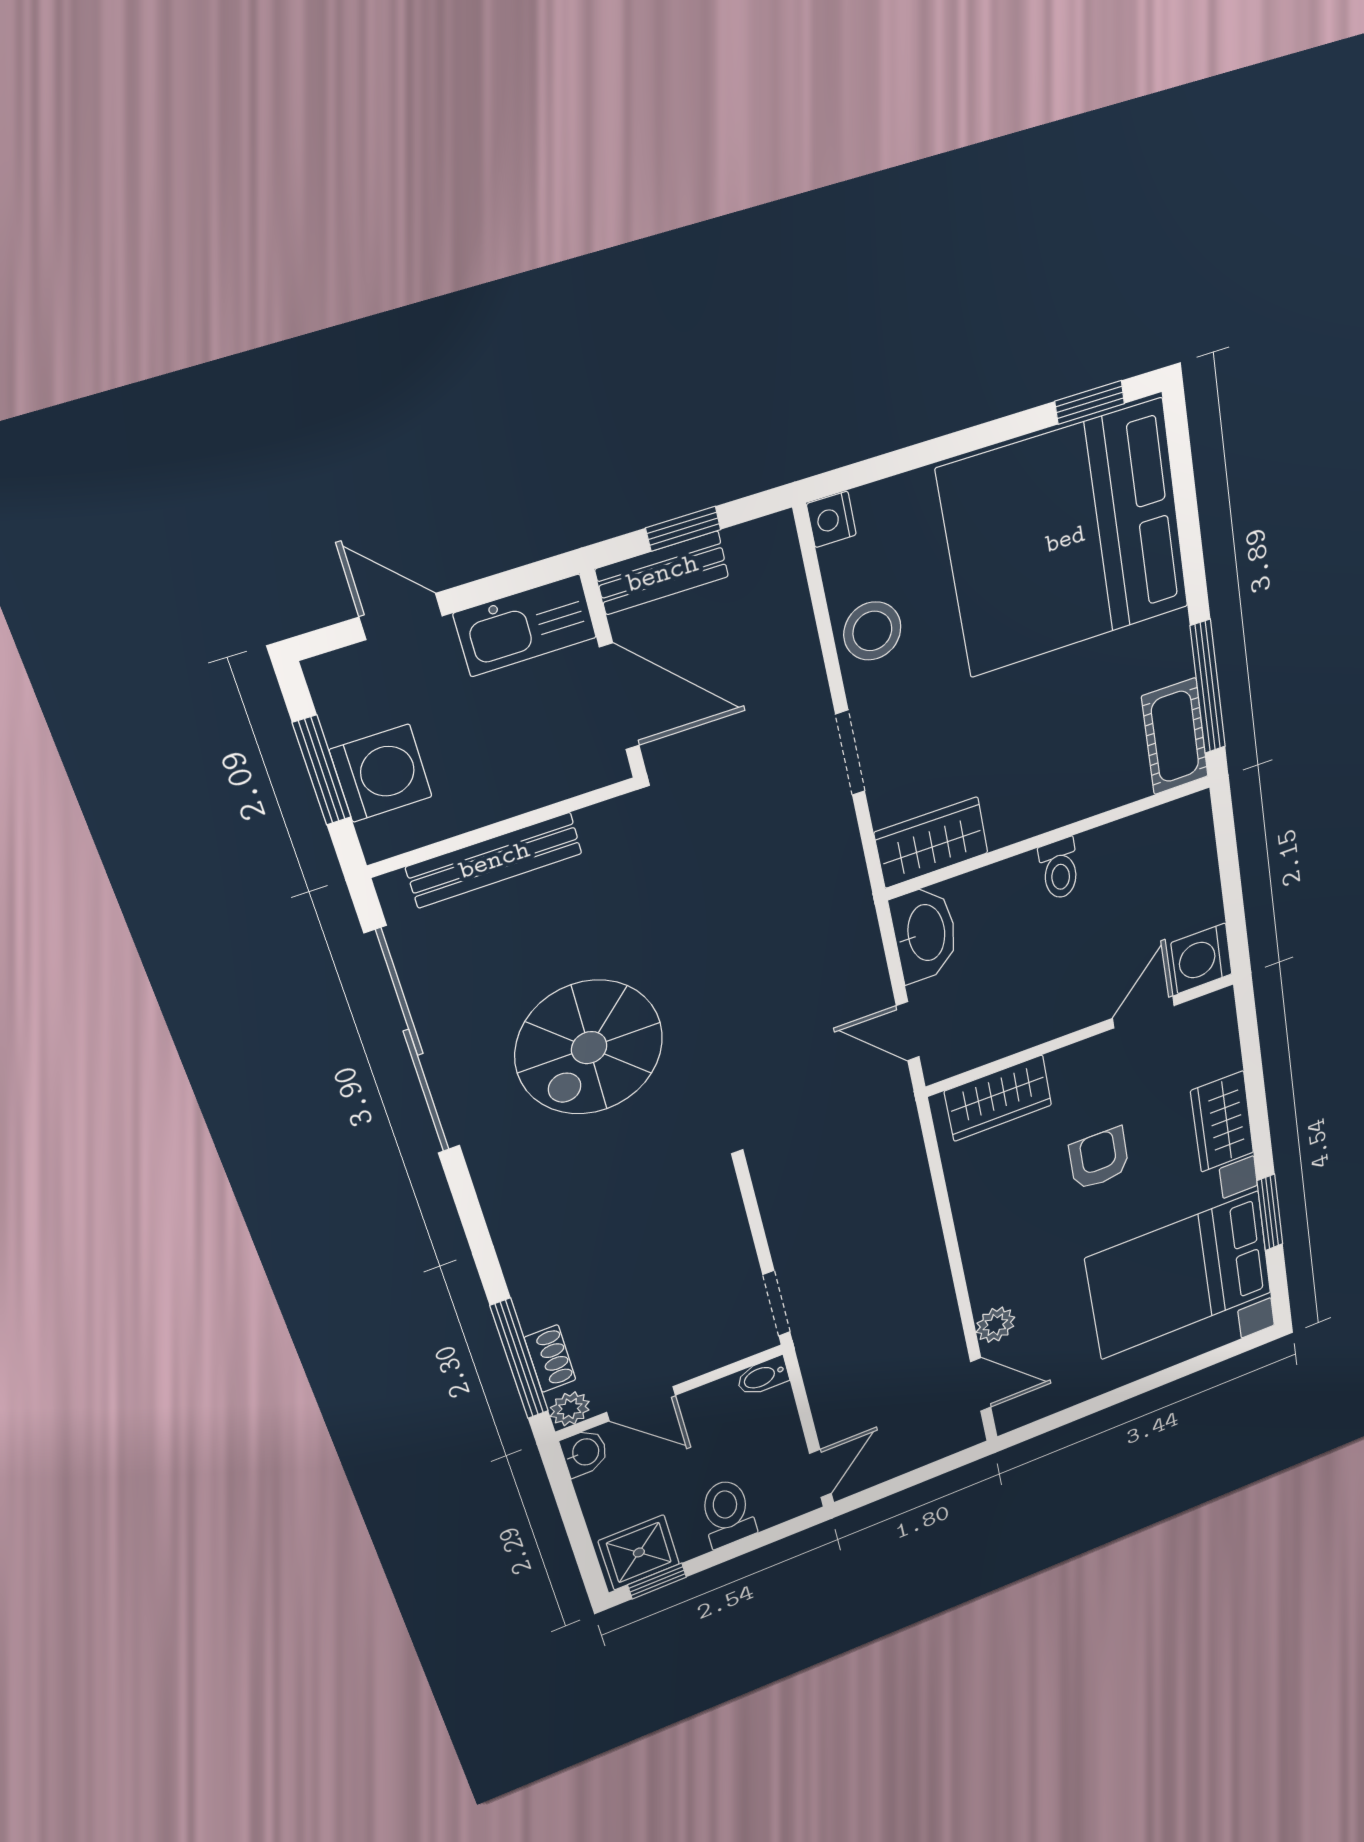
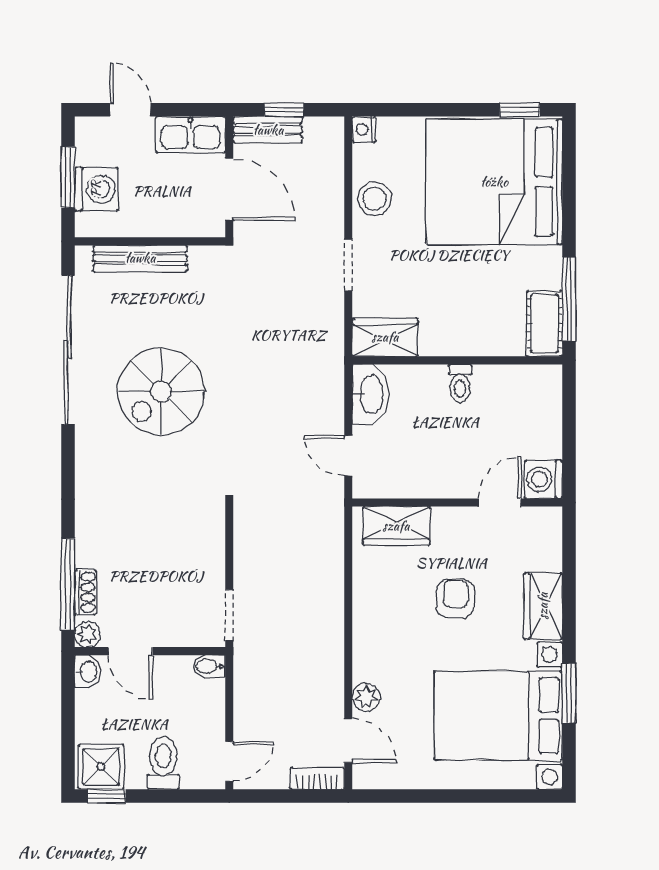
bookcase: (947, 1444) -> (317, 779), added

